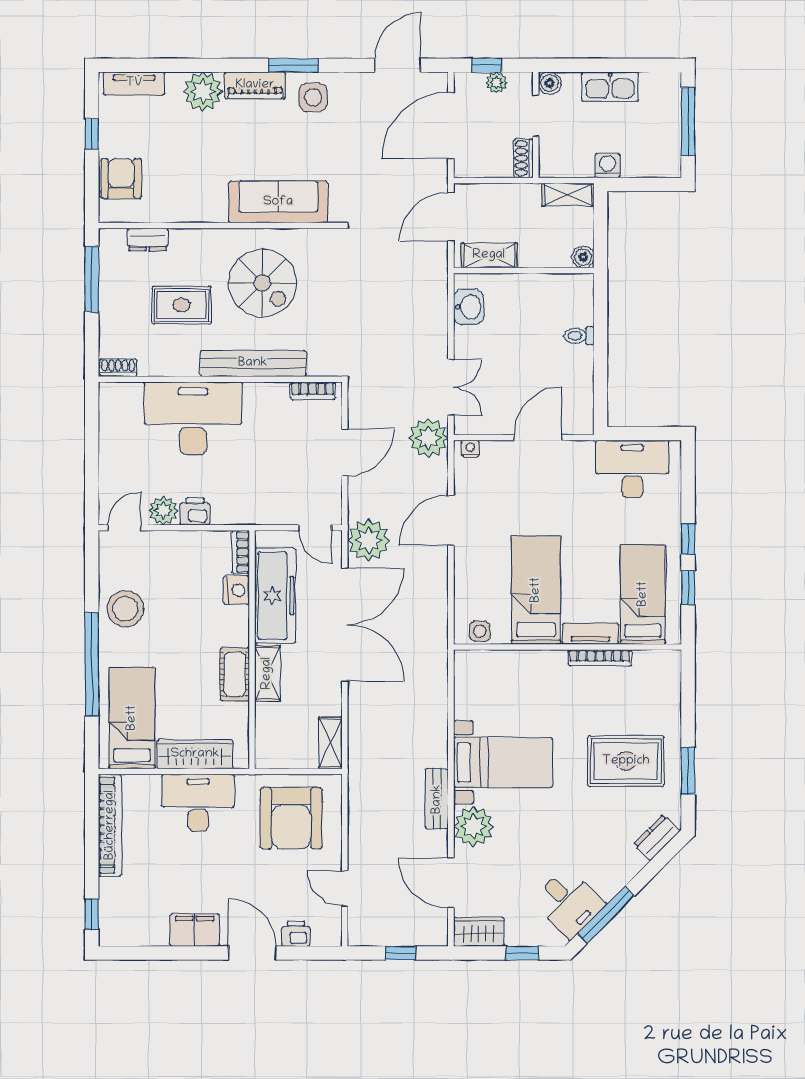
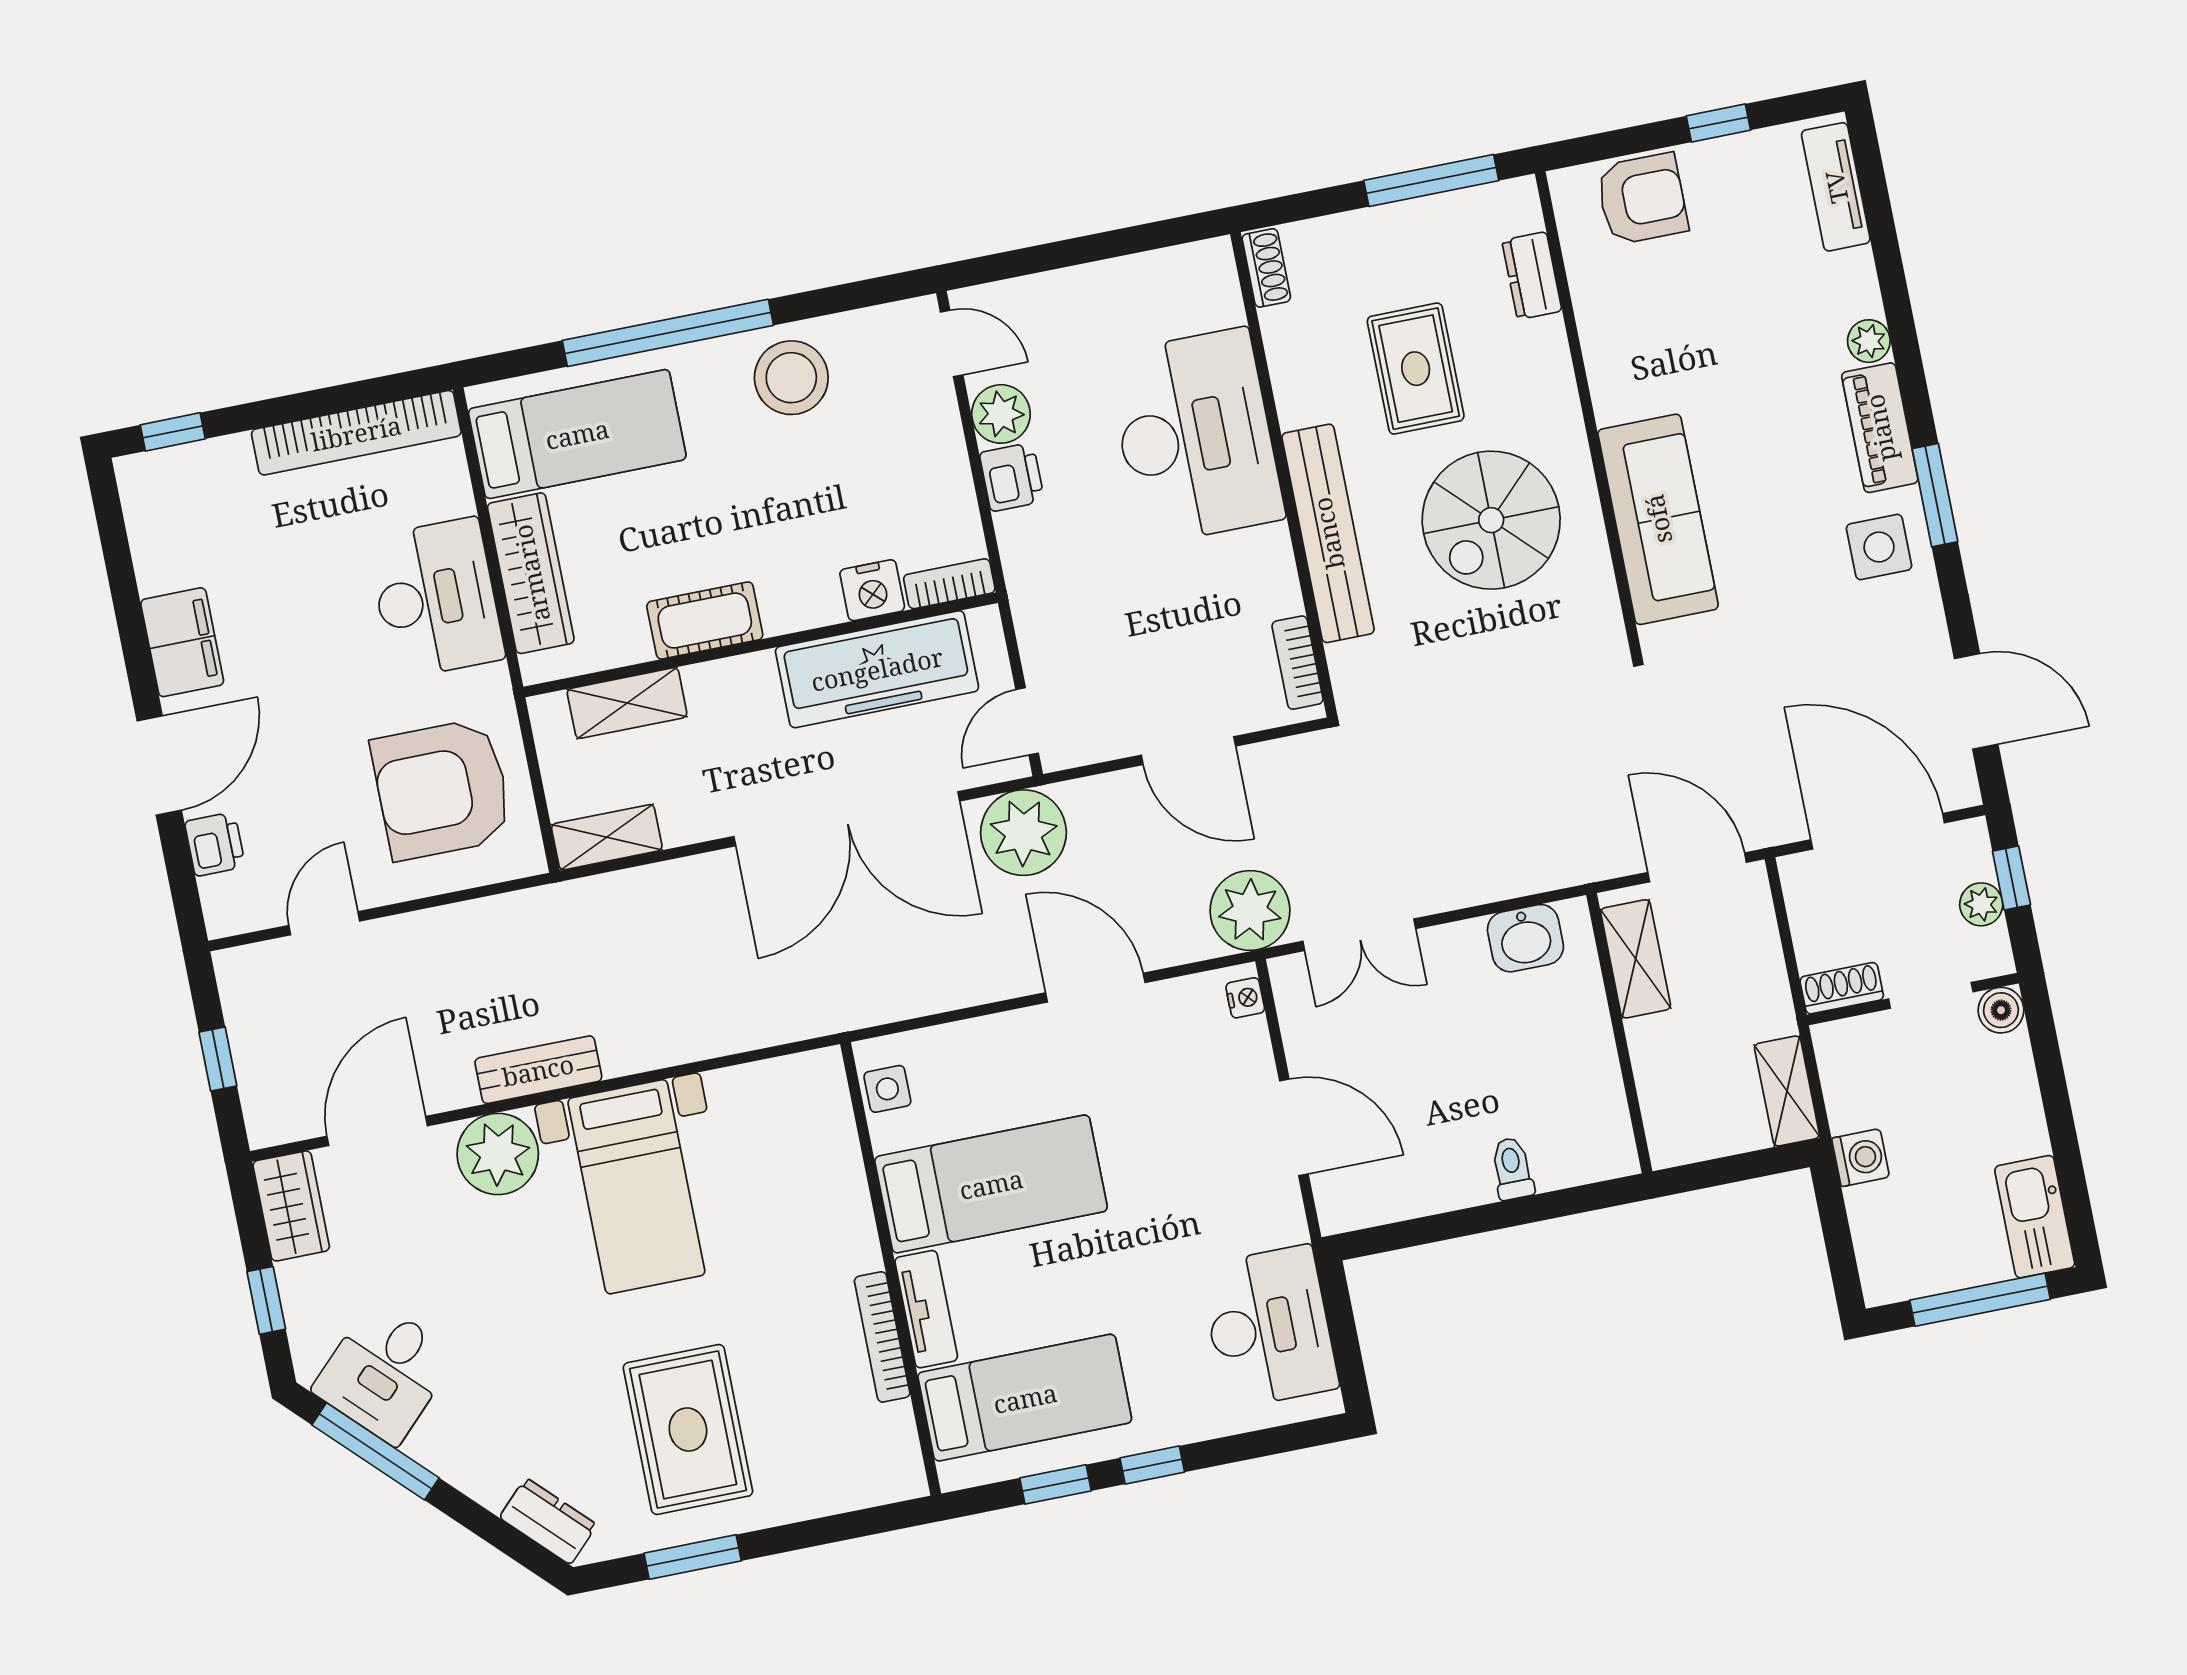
kitchen sink: (610, 87) -> (2035, 1217), moved
plant: (203, 92) -> (1869, 341), width x0.53, depth x0.53
boiler: (583, 257) -> (1670, 1145), removed
shelving: (267, 673) -> (627, 703), moved

